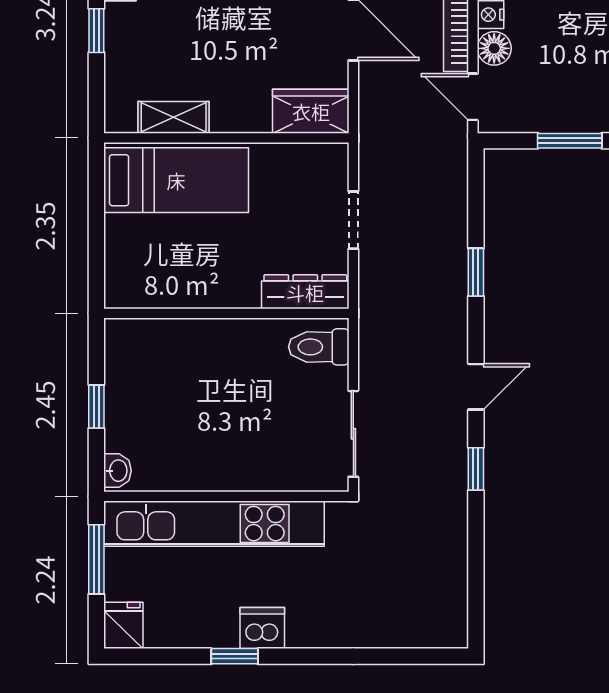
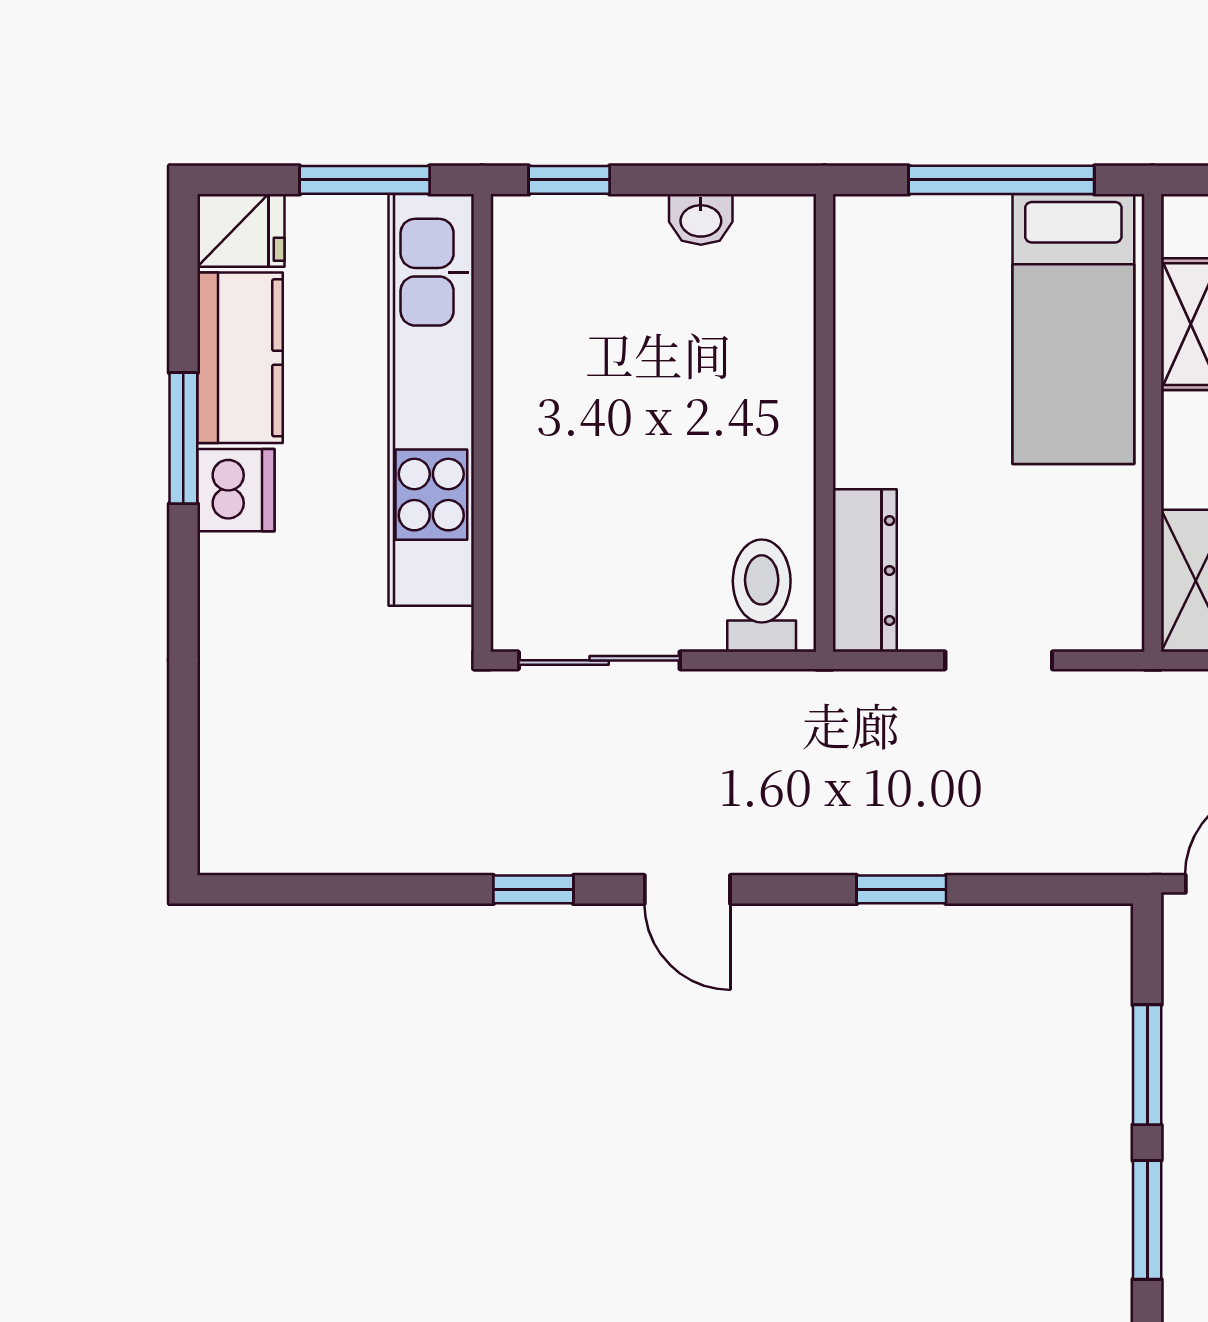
window: (96, 219) -> (1001, 180), added
window: (96, 407) -> (569, 180), moved
washbasin: (118, 471) -> (701, 219), moved
kitchen counter: (192, 626) -> (240, 358), added
window: (235, 656) -> (183, 438), width x1.50

